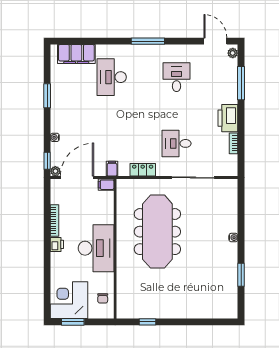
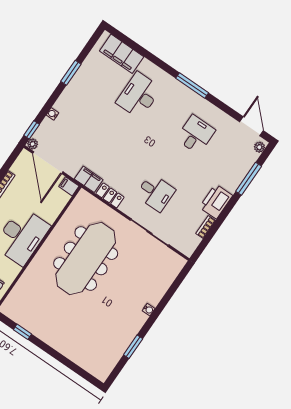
desk: (177, 143) -> (156, 193), turned 180
filing cabinet: (112, 169) -> (89, 179), width x2.00
door: (77, 178) -> (48, 163), swing flipped

